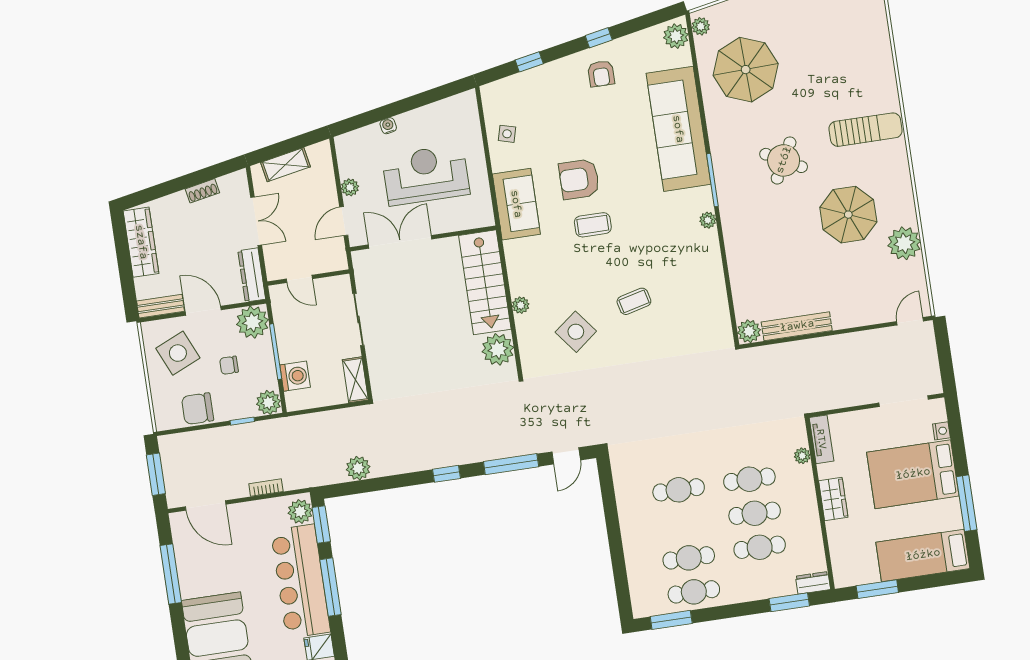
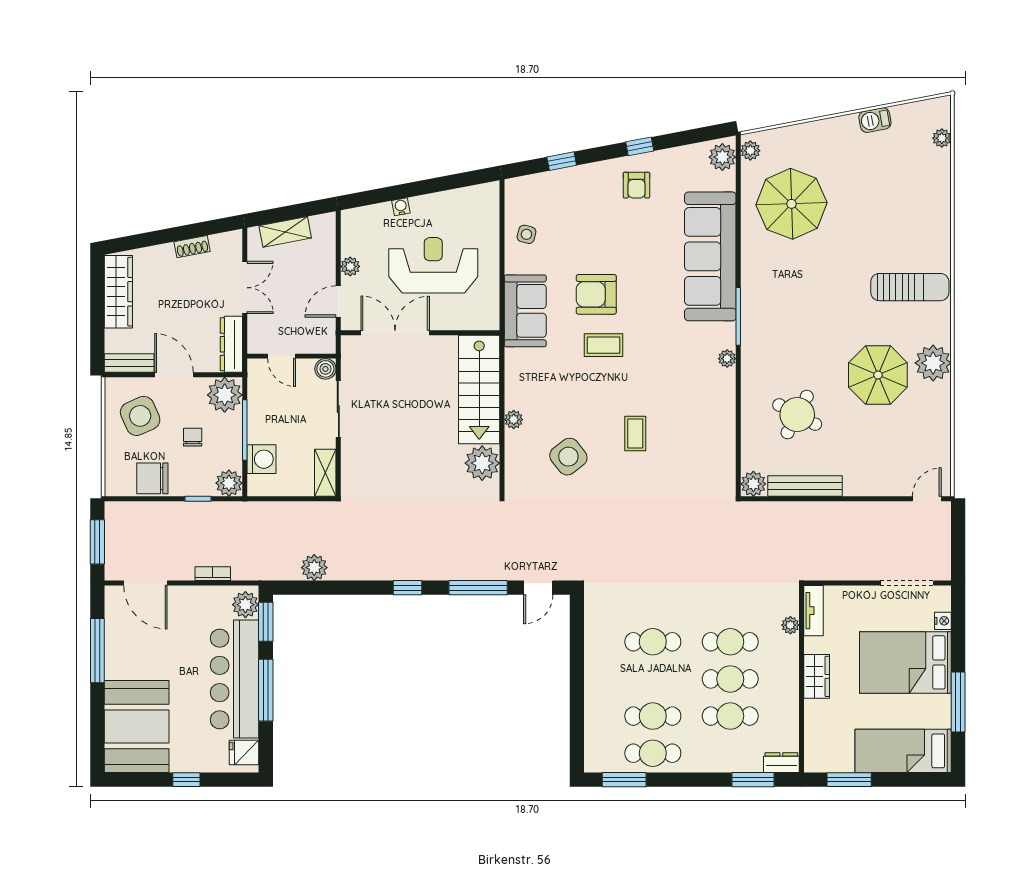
round table: (784, 160) -> (797, 415), moved
plant: (904, 243) -> (933, 363), moved
boiler: (341, 285) -> (325, 369), added
coffee table: (634, 301) -> (635, 433), turned -76
chair: (229, 365) -> (193, 437), turned 90

